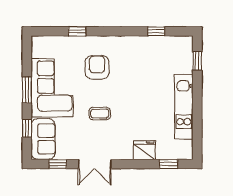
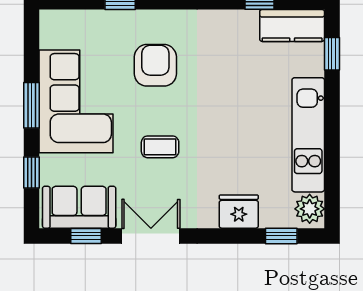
kitchen counter: (175, 45) -> (292, 26), added
sofa: (43, 139) -> (79, 207), moved, turned -90
plant: (185, 149) -> (310, 209), added
double door: (95, 164) -> (151, 236), swing flipped

